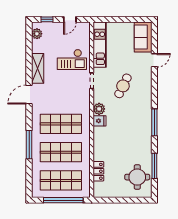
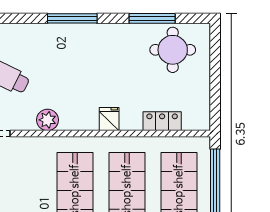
fridge: (100, 121) -> (109, 119), moved

